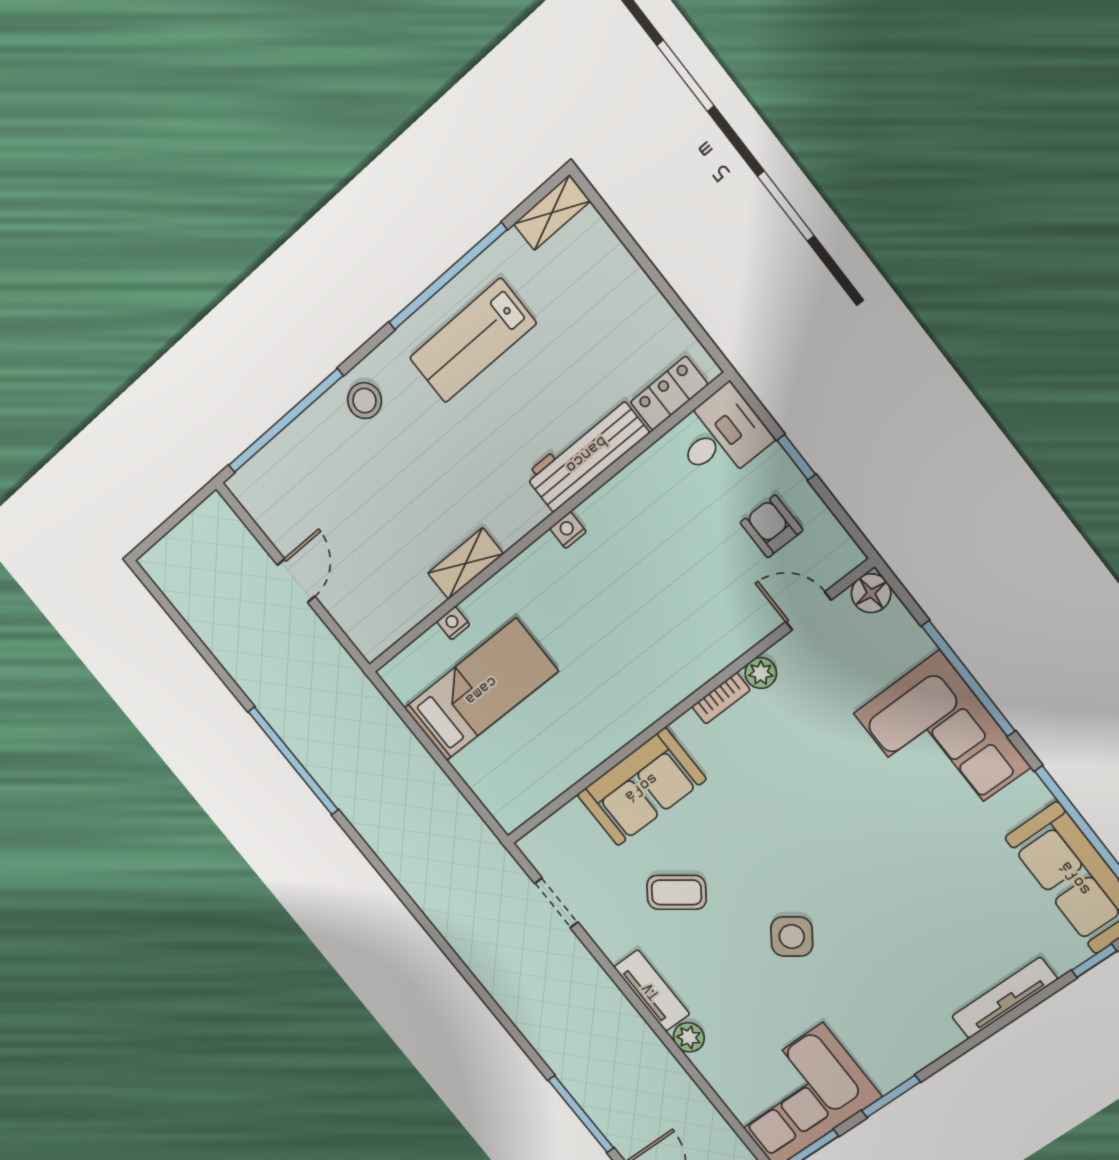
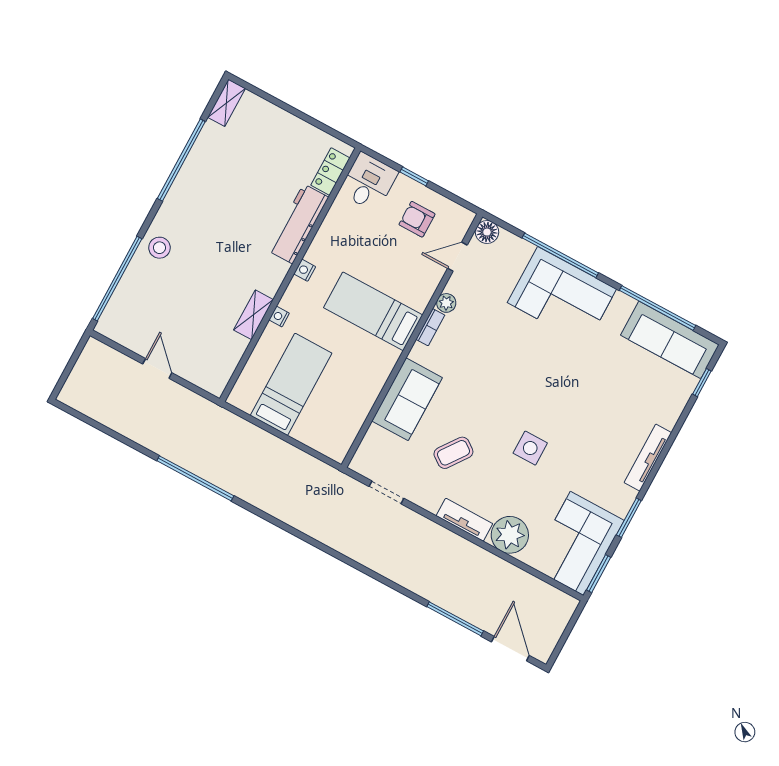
lab bench: (473, 341) -> (209, 189), removed
nightstand: (453, 623) -> (279, 317), moved
bed: (645, 637) -> (373, 311), added
side table: (792, 937) -> (530, 448), turned -36
tv unit: (1005, 998) -> (648, 458), moved
plant: (689, 1037) -> (510, 535), width x1.87, depth x1.87

